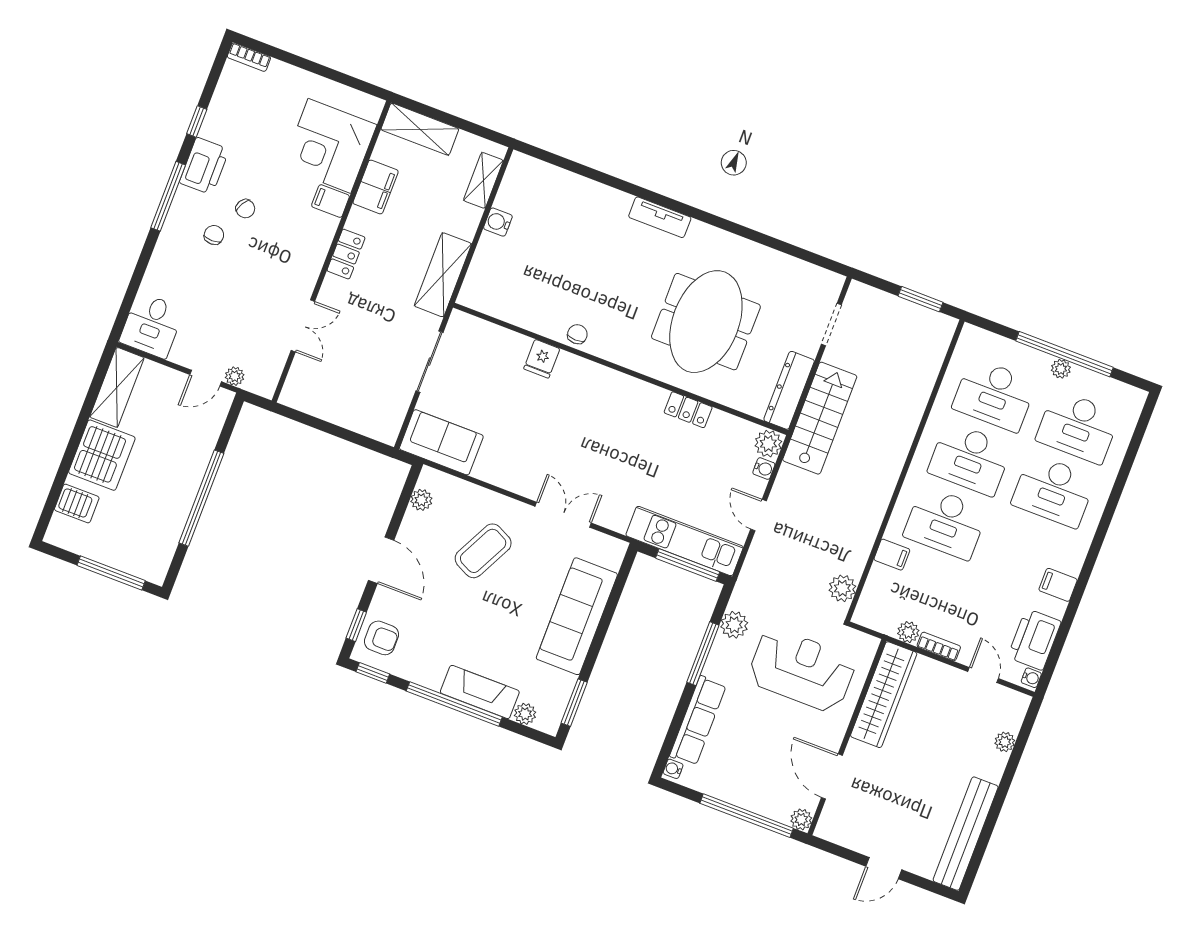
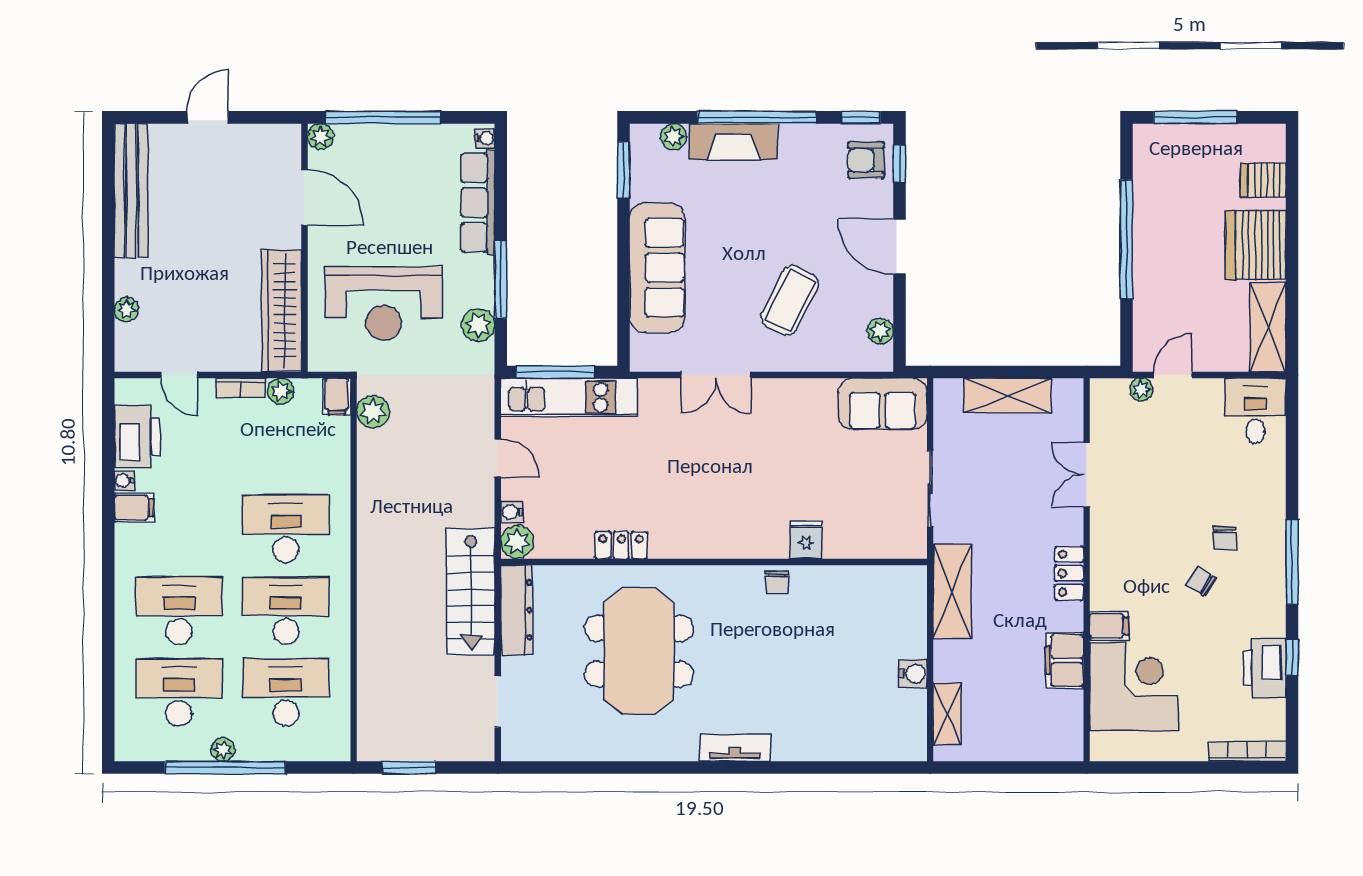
bookcase: (249, 57) -> (1247, 752), width x1.56
shelving: (420, 129) -> (1008, 396), moved
printer: (204, 166) -> (1265, 668), moved
filing cabinet: (892, 555) -> (337, 396), moved, turned -90
water cooler: (1031, 678) -> (124, 481), moved

